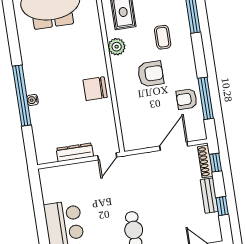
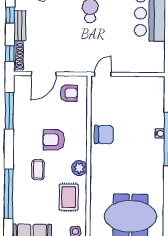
armchair: (187, 99) -> (69, 93), moved
dresser: (75, 152) -> (130, 82), removed

